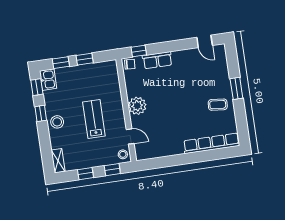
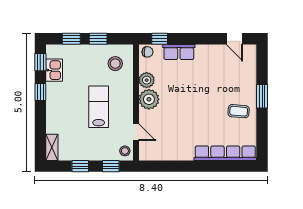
kitchen sink: (48, 80) -> (54, 70), moved
plant: (133, 89) -> (147, 80), added
stool: (57, 122) -> (115, 64), moved

